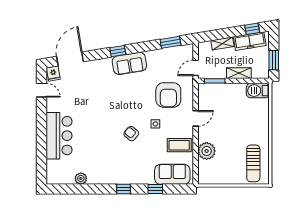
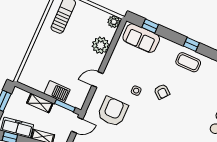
barbecue: (258, 91) -> (57, 92), moved
coffee table: (179, 145) -> (188, 62), moved
plant: (204, 178) -> (114, 22), added
window: (155, 189) -> (150, 26), moved

